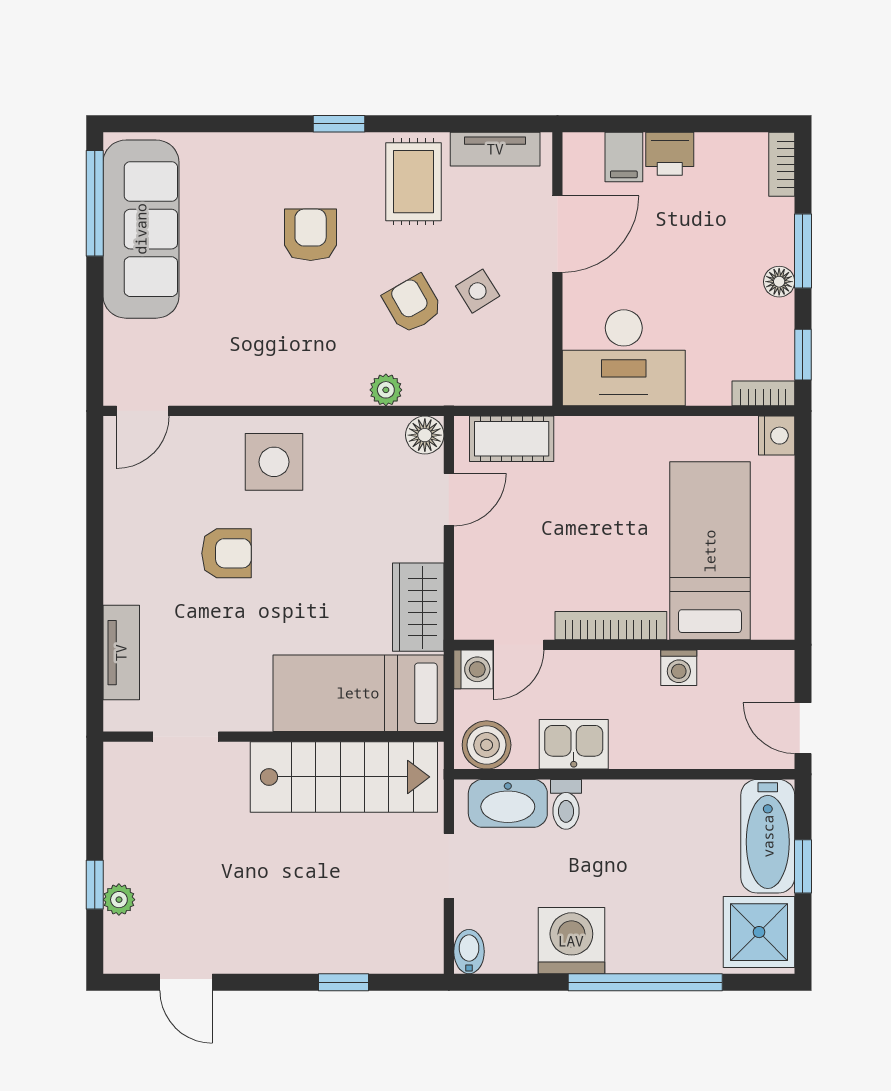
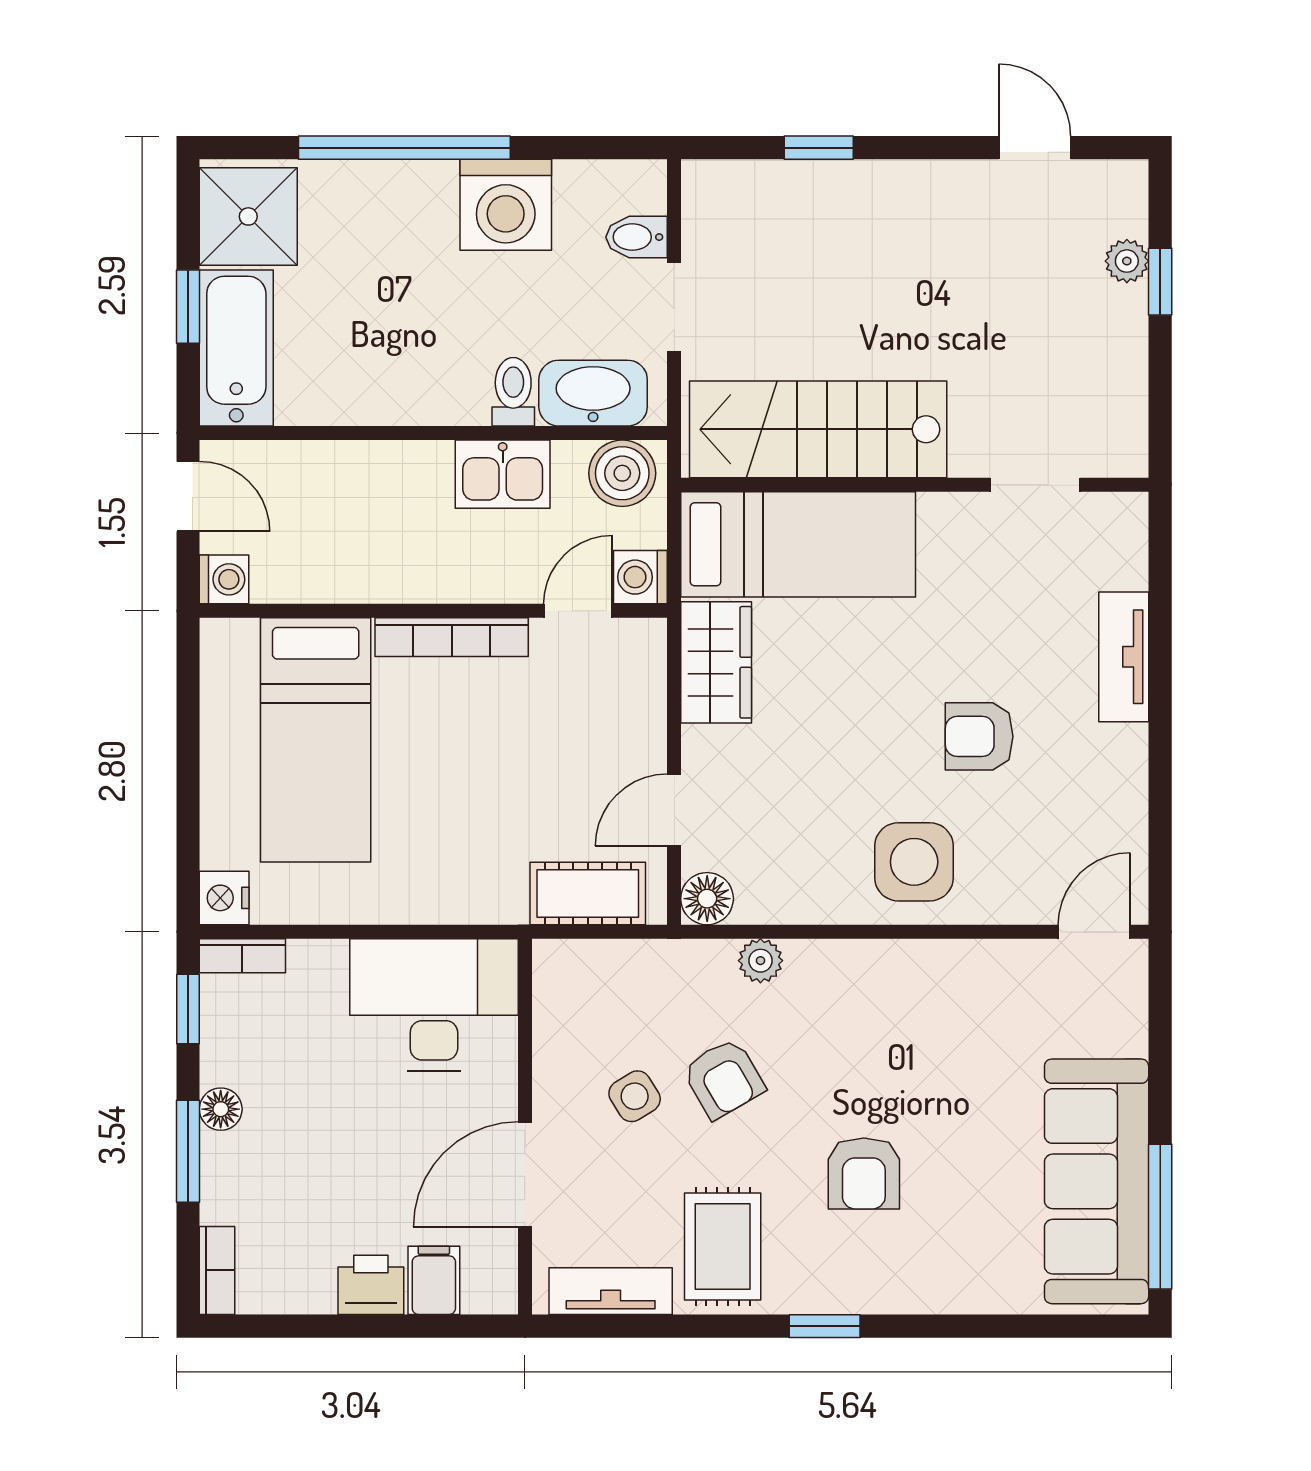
tv unit: (121, 653) -> (1124, 657), moved
washing machine: (679, 668) -> (224, 579), moved, turned 90
bidet: (469, 952) -> (637, 237), moved, turned 90

